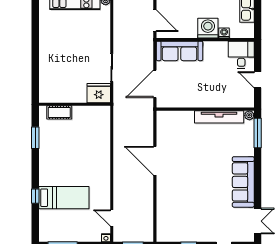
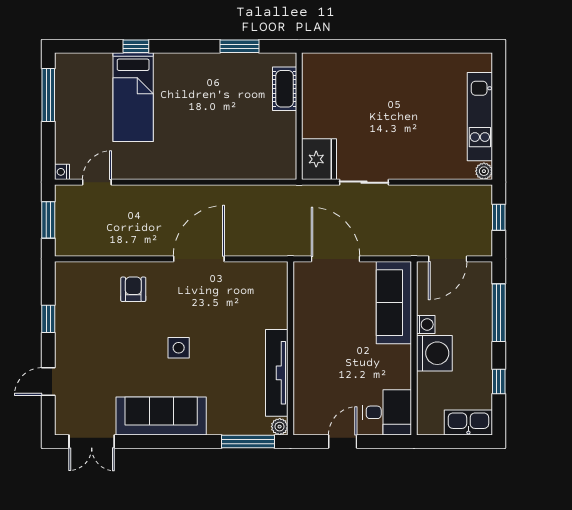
washing machine: (224, 33) -> (426, 325), moved
side table: (205, 172) -> (179, 348), added
armchair: (172, 198) -> (133, 289), added

